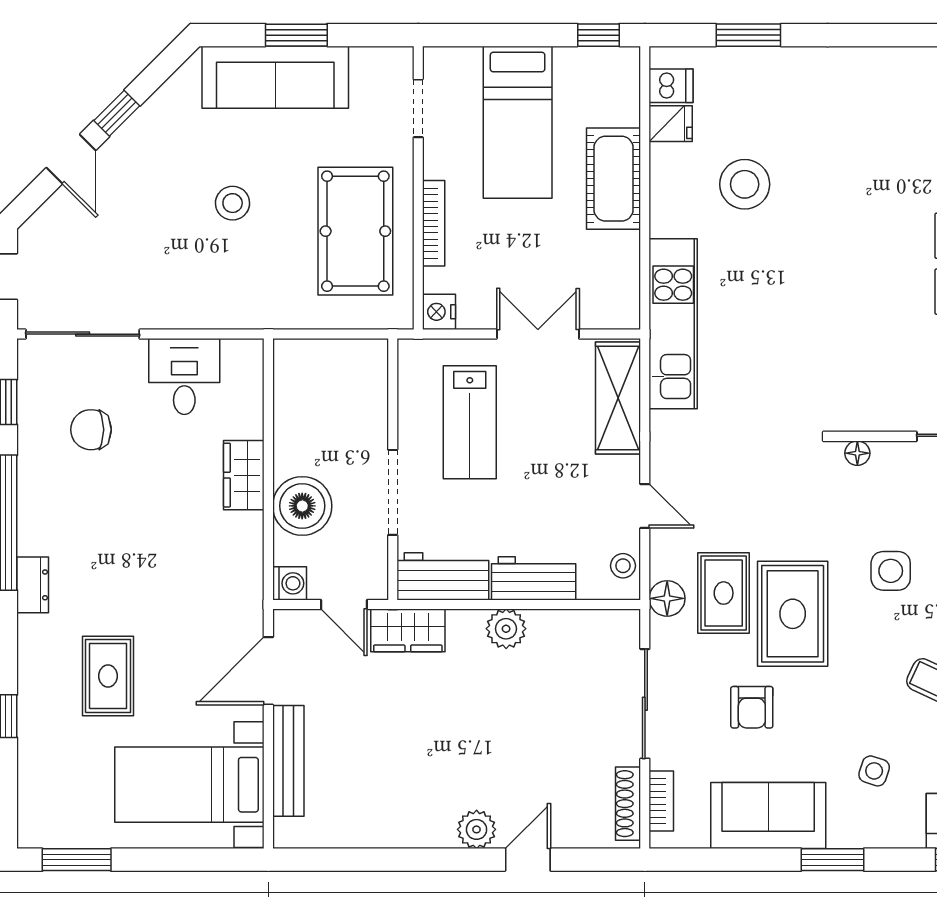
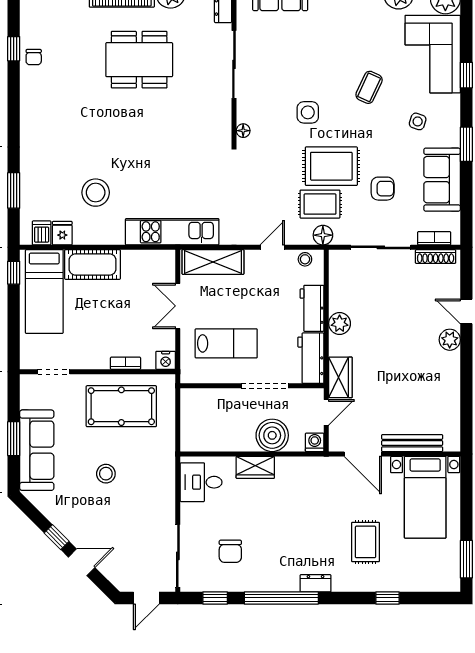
bed: (518, 122) -> (44, 292), moved, turned 90
bookcase: (434, 223) -> (126, 363), width x0.64
desk: (184, 376) -> (201, 482), moved
rug: (108, 676) -> (366, 542), turned 90

